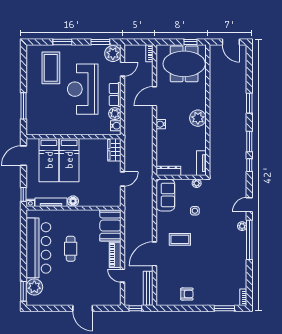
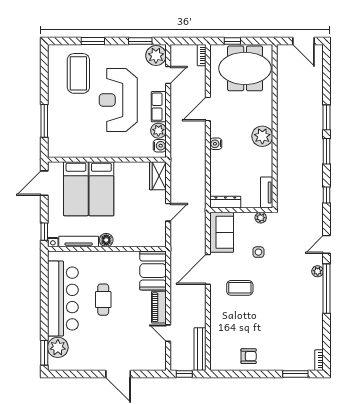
window: (190, 42) -> (232, 41), moved
window: (249, 142) -> (327, 151), moved
door: (154, 254) -> (208, 269), moved

